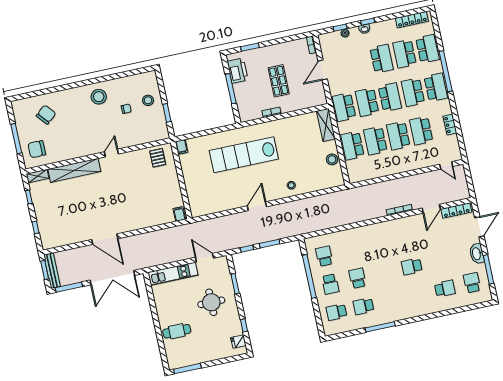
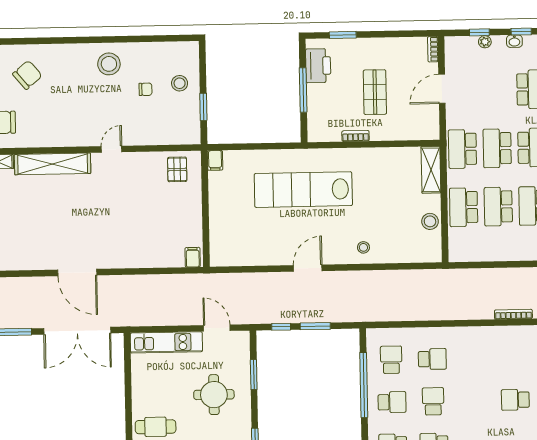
school desk: (351, 250) -> (432, 359), added
school desk: (330, 284) -> (392, 402), turned -90

